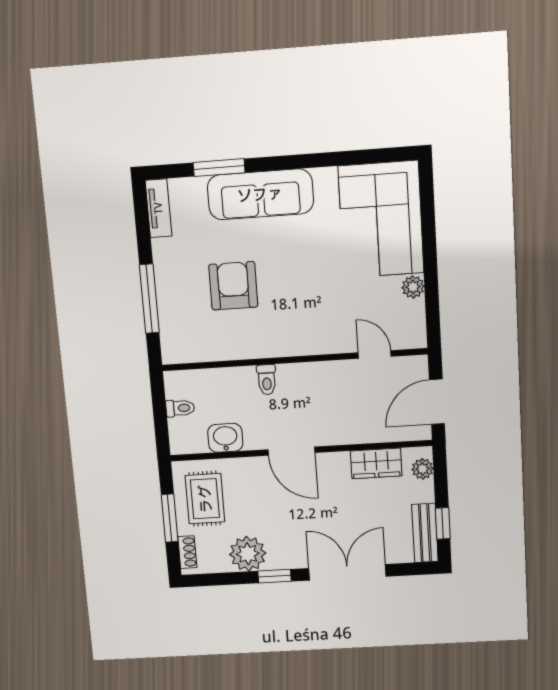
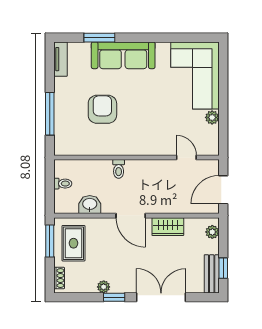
wardrobe: (376, 463) -> (168, 227), moved
window: (170, 518) -> (50, 241), moved
plant: (248, 554) -> (104, 287), width x0.53, depth x0.53

